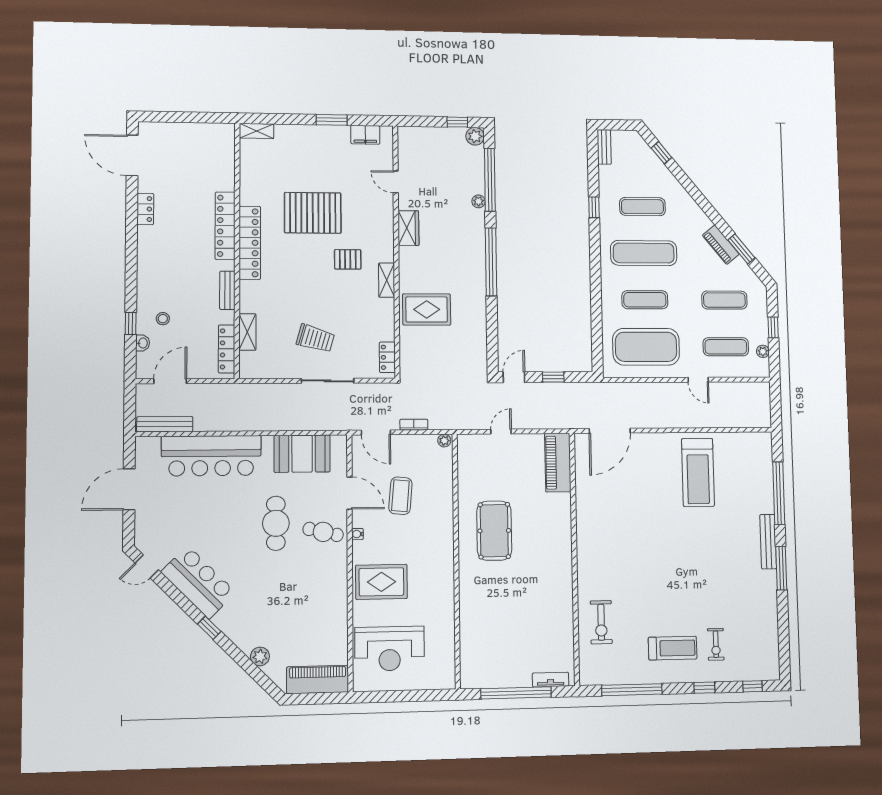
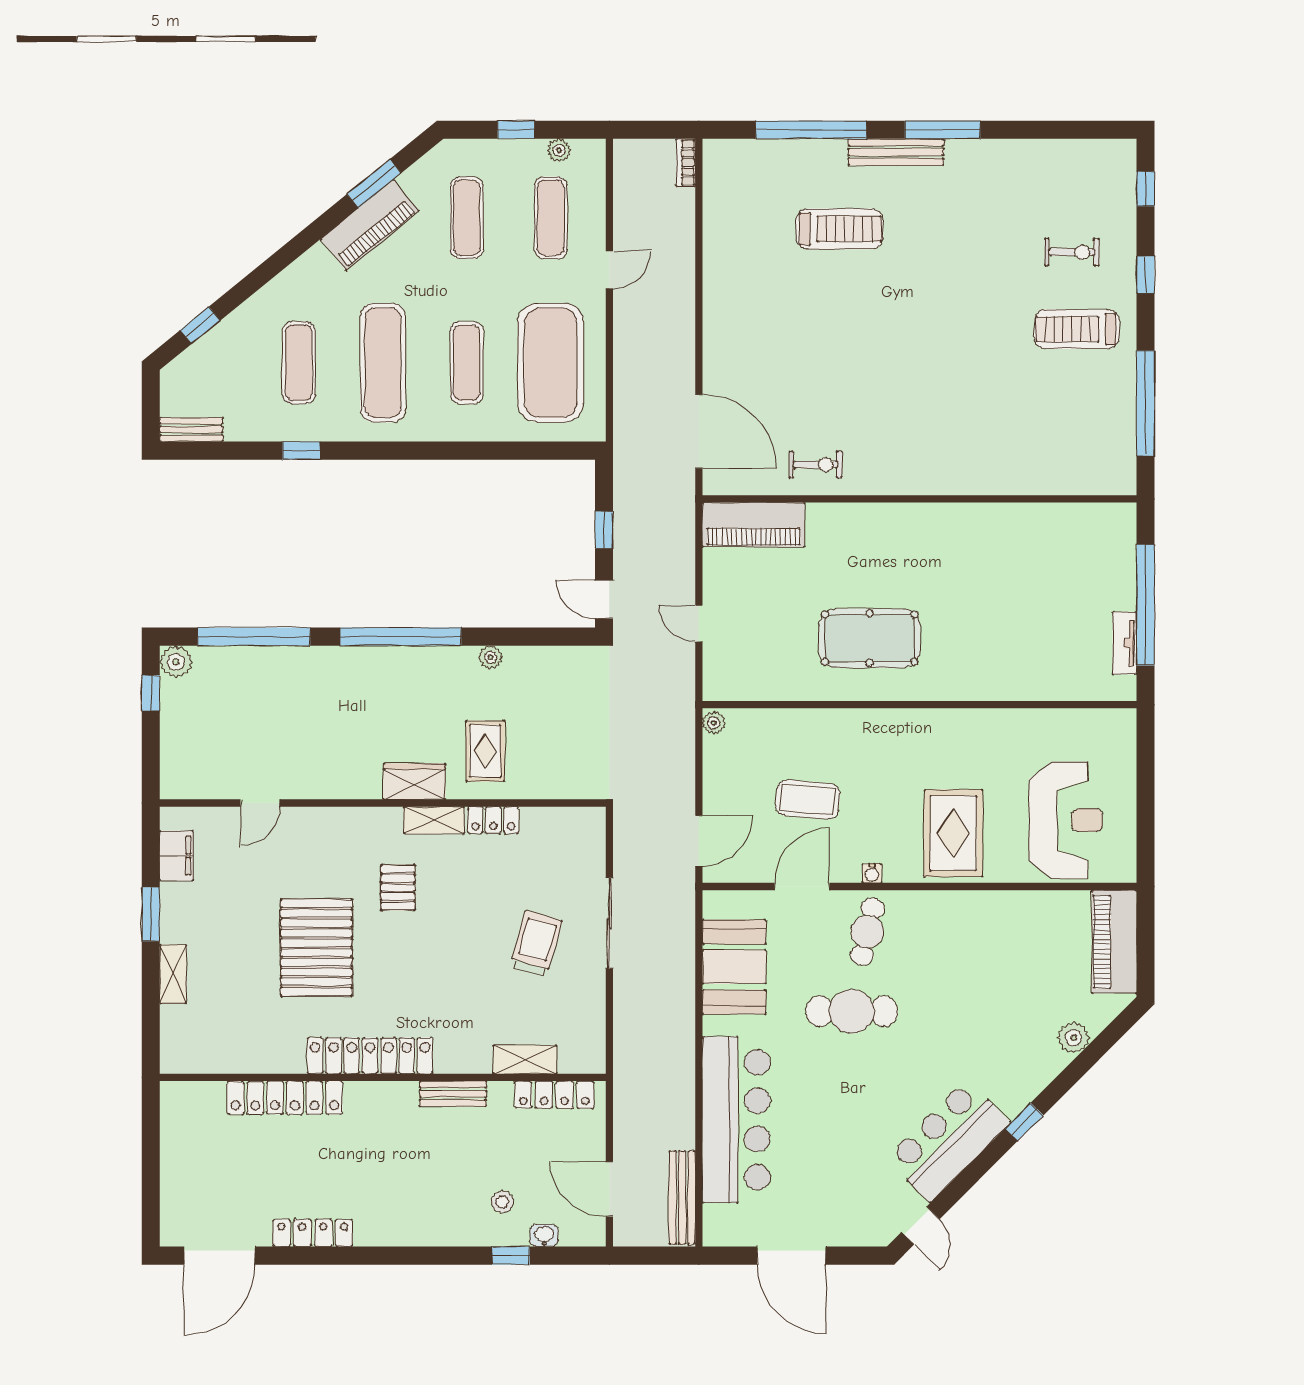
shelving: (257, 131) -> (173, 974), moved
plant: (479, 201) -> (491, 657), moved
locker: (145, 209) -> (313, 1233), width x1.53
locker: (225, 226) -> (285, 1098), moved
wardrobe: (408, 228) -> (414, 782), moved
piano: (721, 245) -> (370, 225), width x1.37, depth x1.33
rug: (427, 309) -> (485, 751), width x0.73, depth x0.70
locker: (387, 357) -> (493, 820), moved
bookcase: (414, 425) -> (686, 163), moved
treadmill: (698, 472) -> (840, 229), moved, width x0.73, depth x0.73
exercise bike: (601, 622) -> (816, 465), moved, width x0.73, depth x0.72
treadmill: (673, 648) -> (1077, 329), turned -90
tv unit: (551, 680) -> (1125, 643), moved

